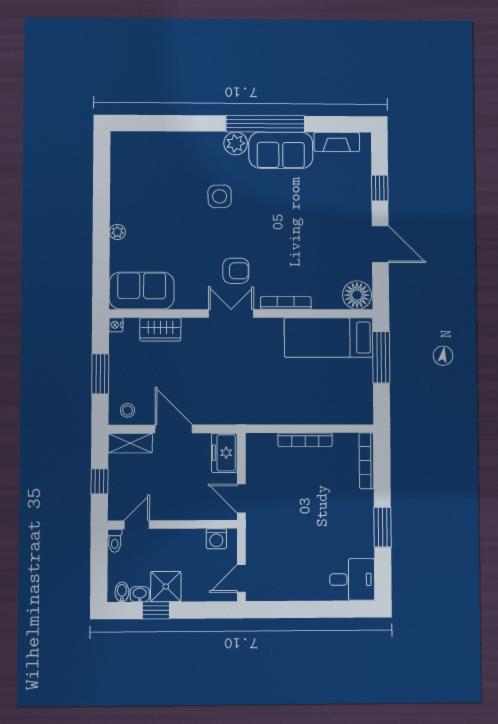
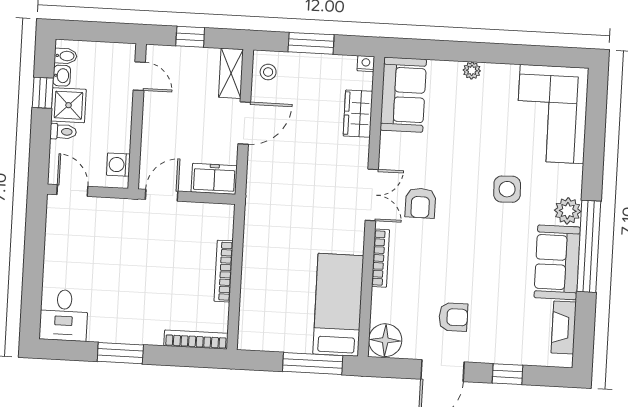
corner sofa: (152, 161) -> (552, 114), added
armchair: (333, 237) -> (453, 317), added
toilet: (115, 541) -> (63, 132), moved, turned 180

